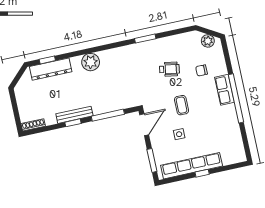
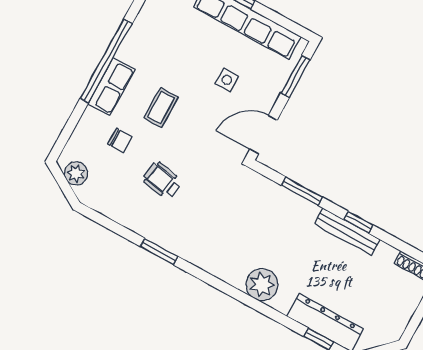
coffee table: (182, 105) -> (161, 108), moved
window: (108, 115) -> (302, 191), width x0.69

